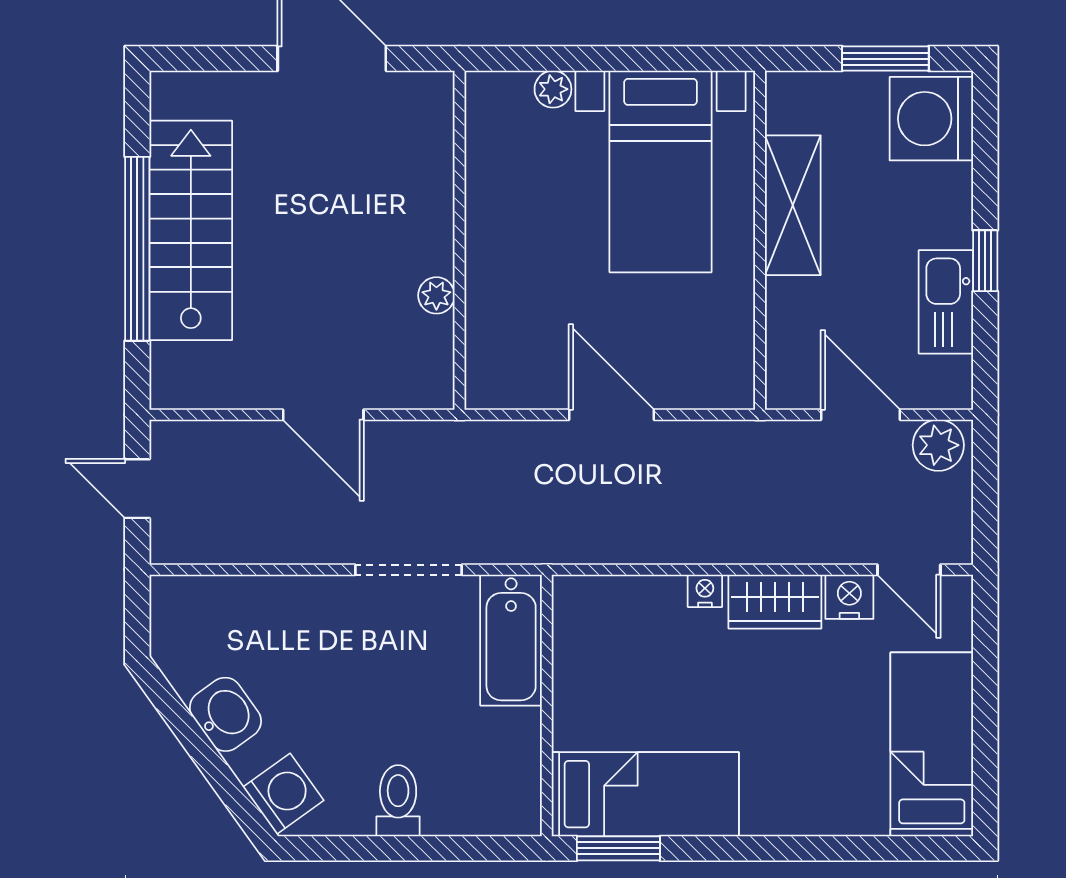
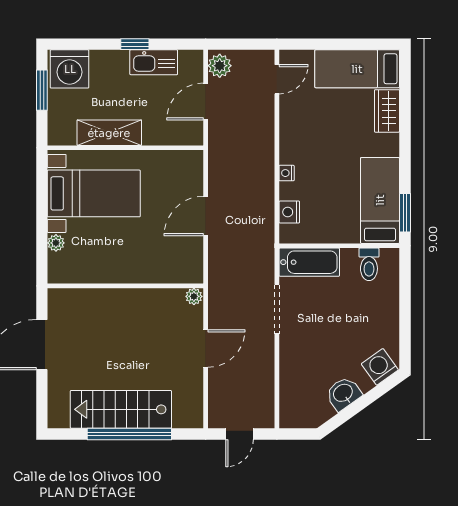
plant: (436, 295) -> (194, 296), moved
nightstand: (849, 597) -> (289, 212), moved
wardrobe: (775, 602) -> (387, 111), moved, turned 180
toilet: (398, 801) -> (369, 264), moved, turned -90

